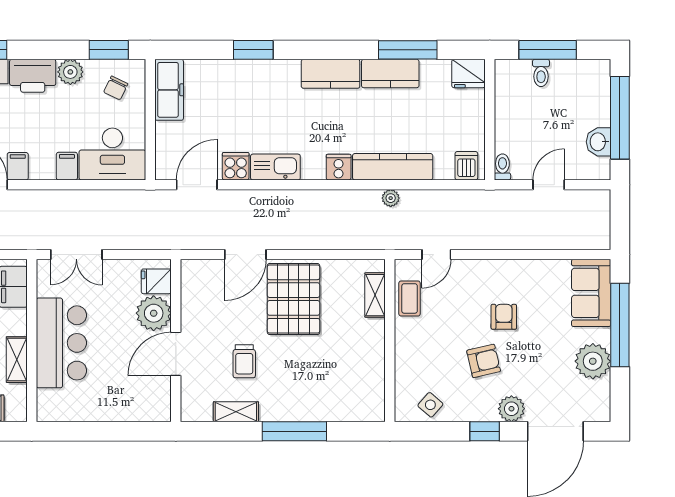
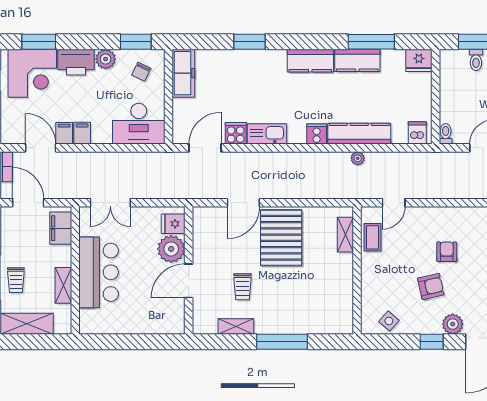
filing cabinet: (67, 166) -> (82, 133), moved

